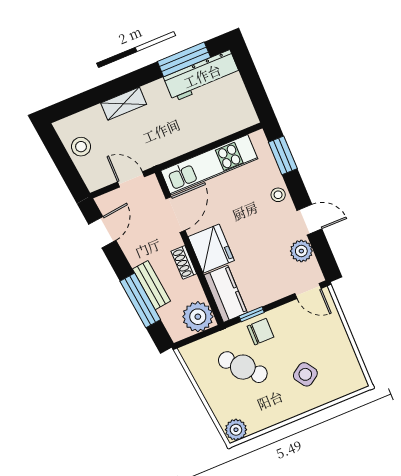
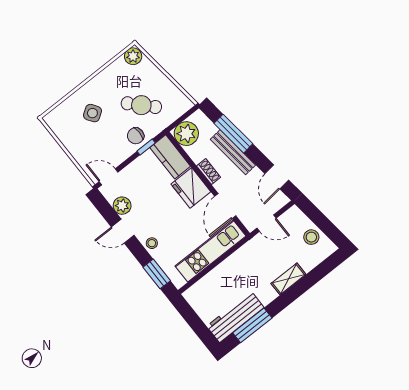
bench: (152, 285) -> (233, 152), width x1.36

